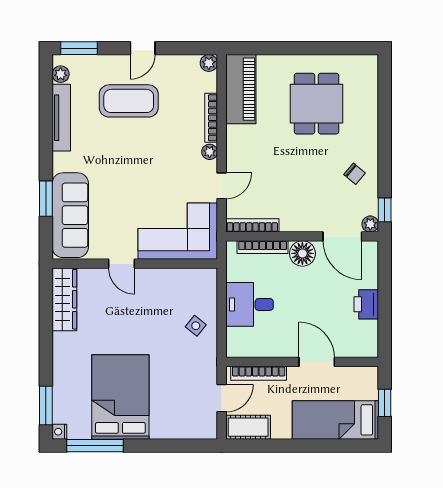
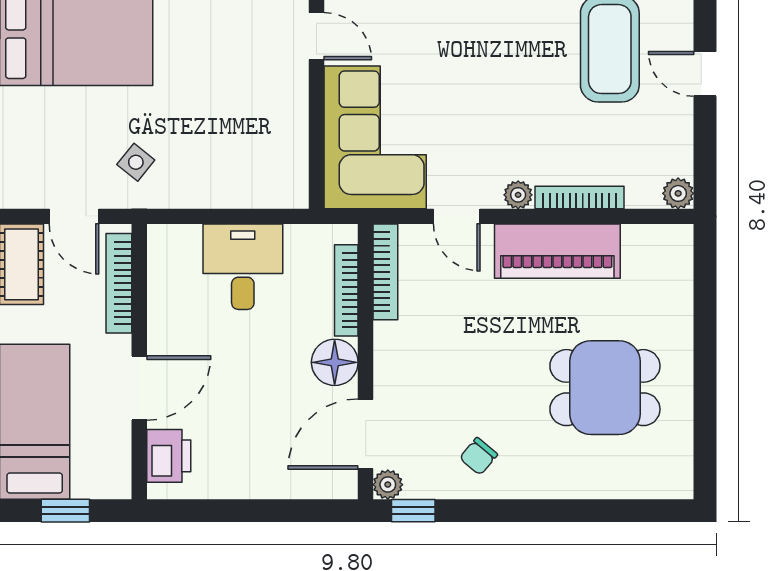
piano: (241, 89) -> (557, 251), moved
door: (122, 264) -> (316, 36), swing flipped
printer: (366, 304) -> (169, 456), moved, turned 90
side table: (196, 326) -> (136, 162), moved

